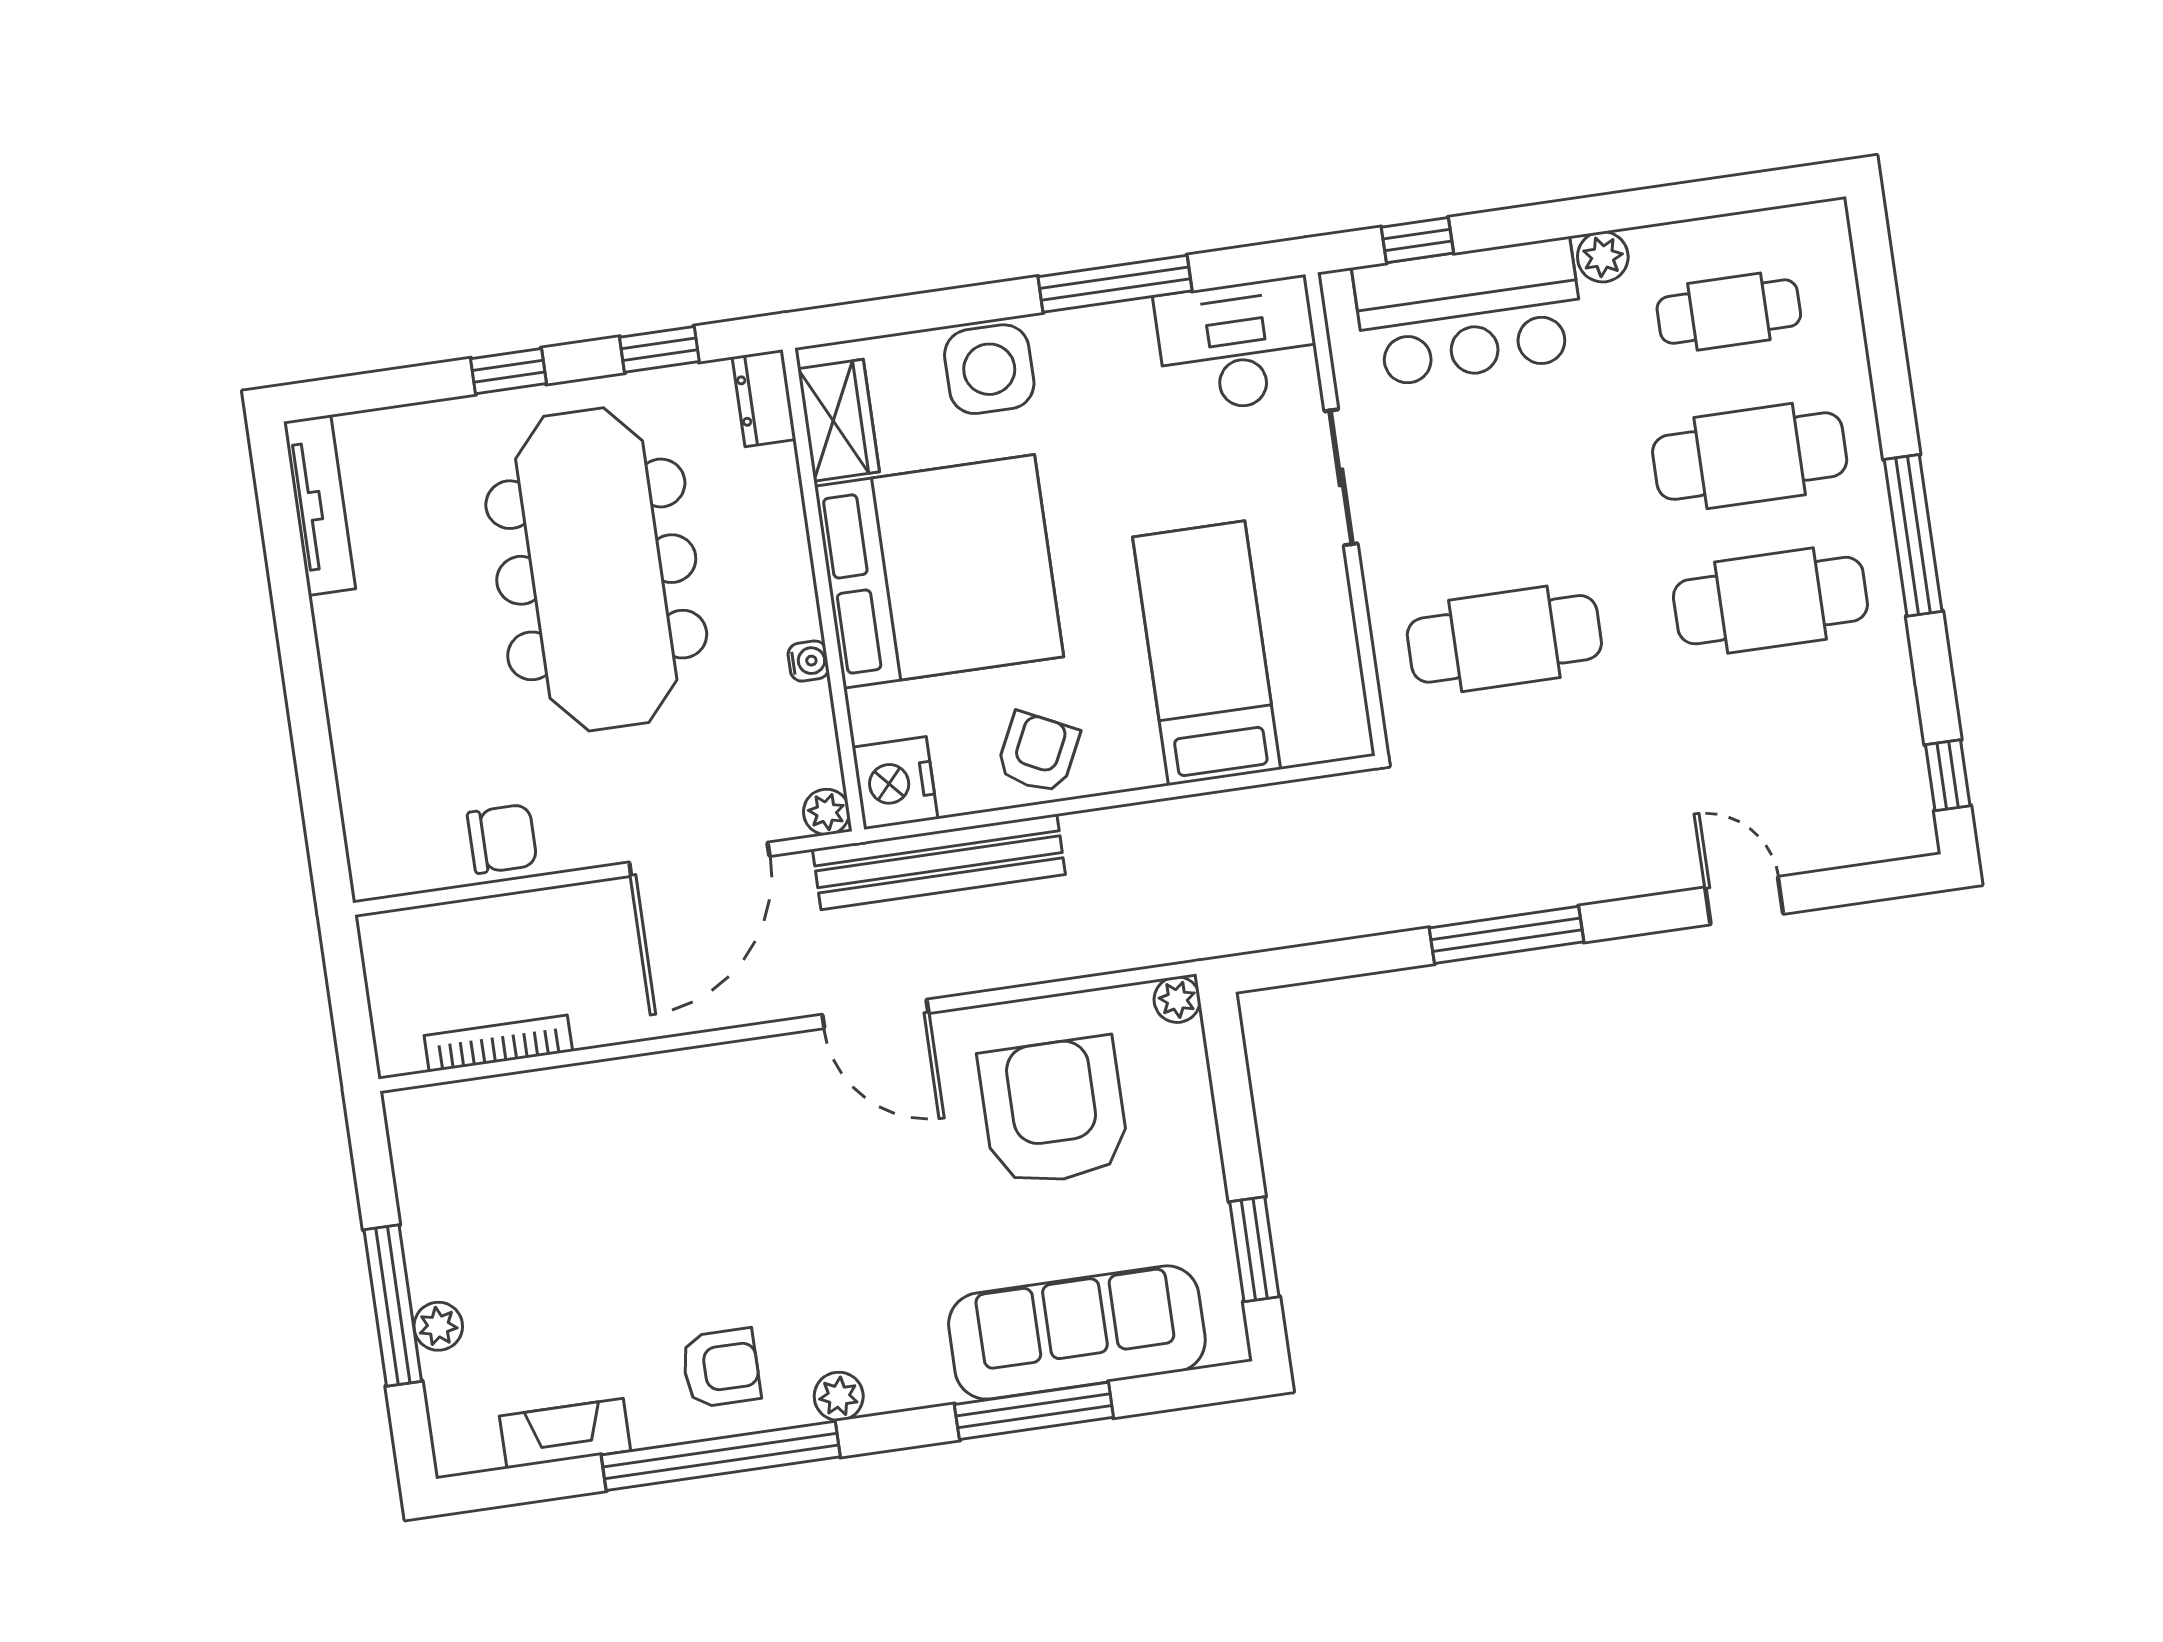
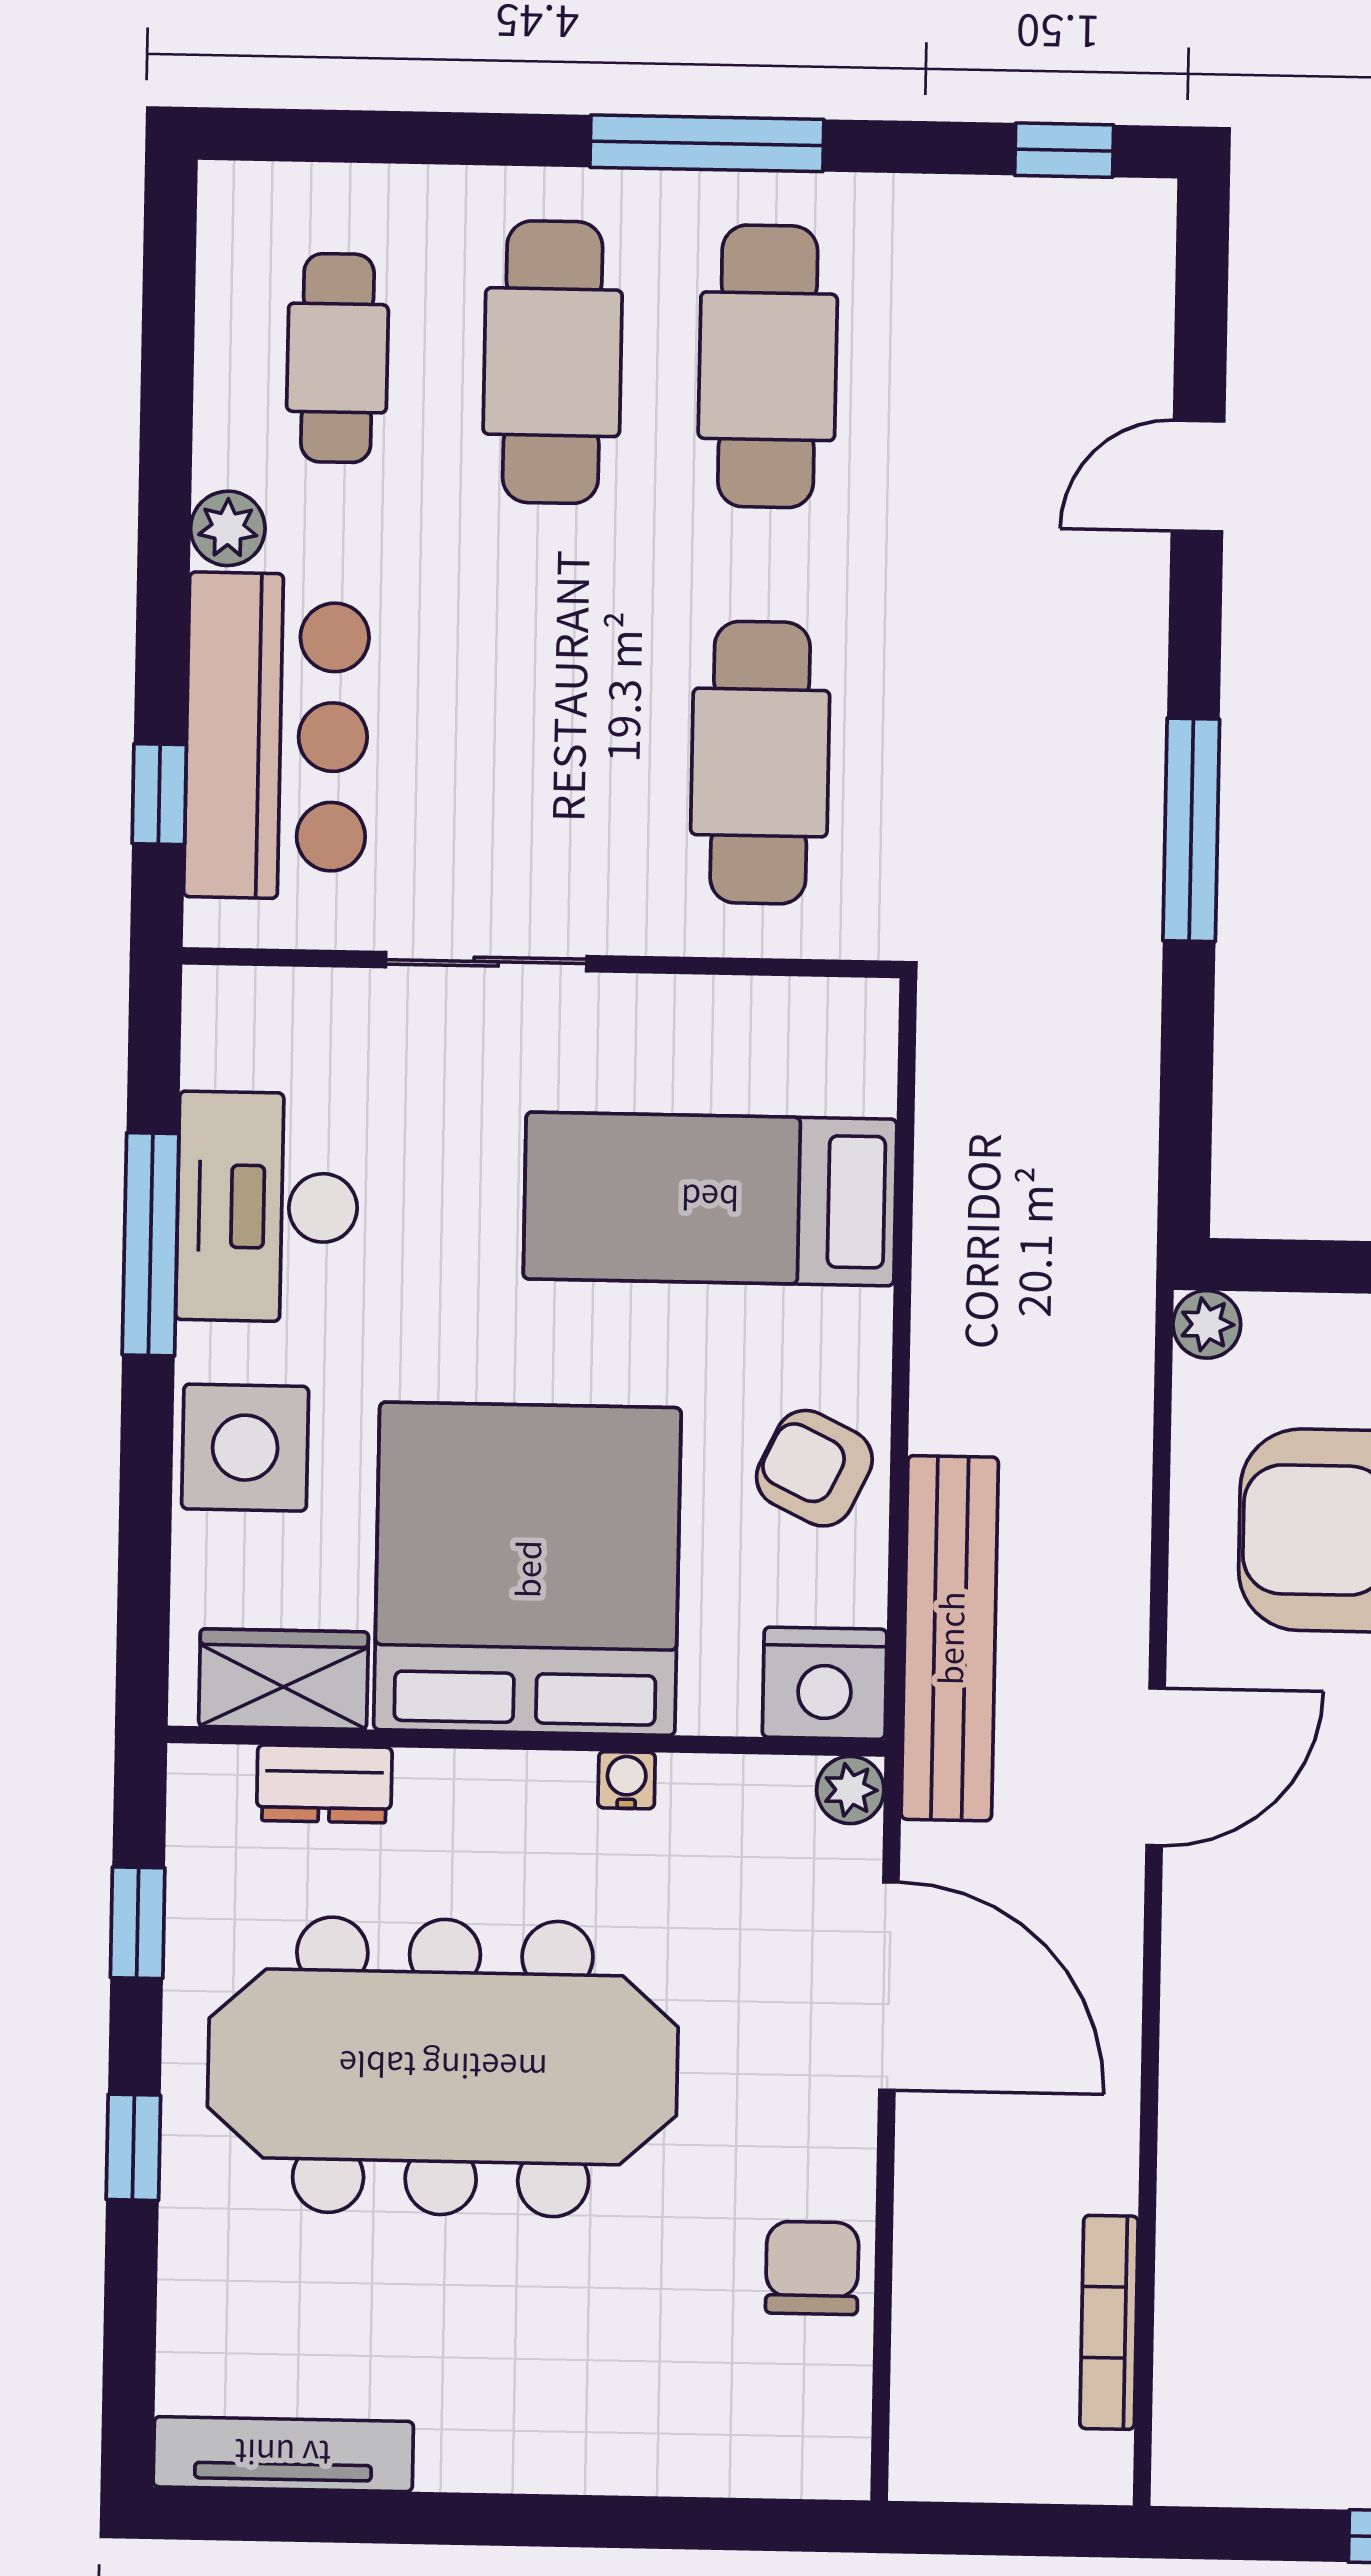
desk: (1238, 345) -> (267, 1207), moved
dresser: (764, 398) -> (324, 1784), moved

